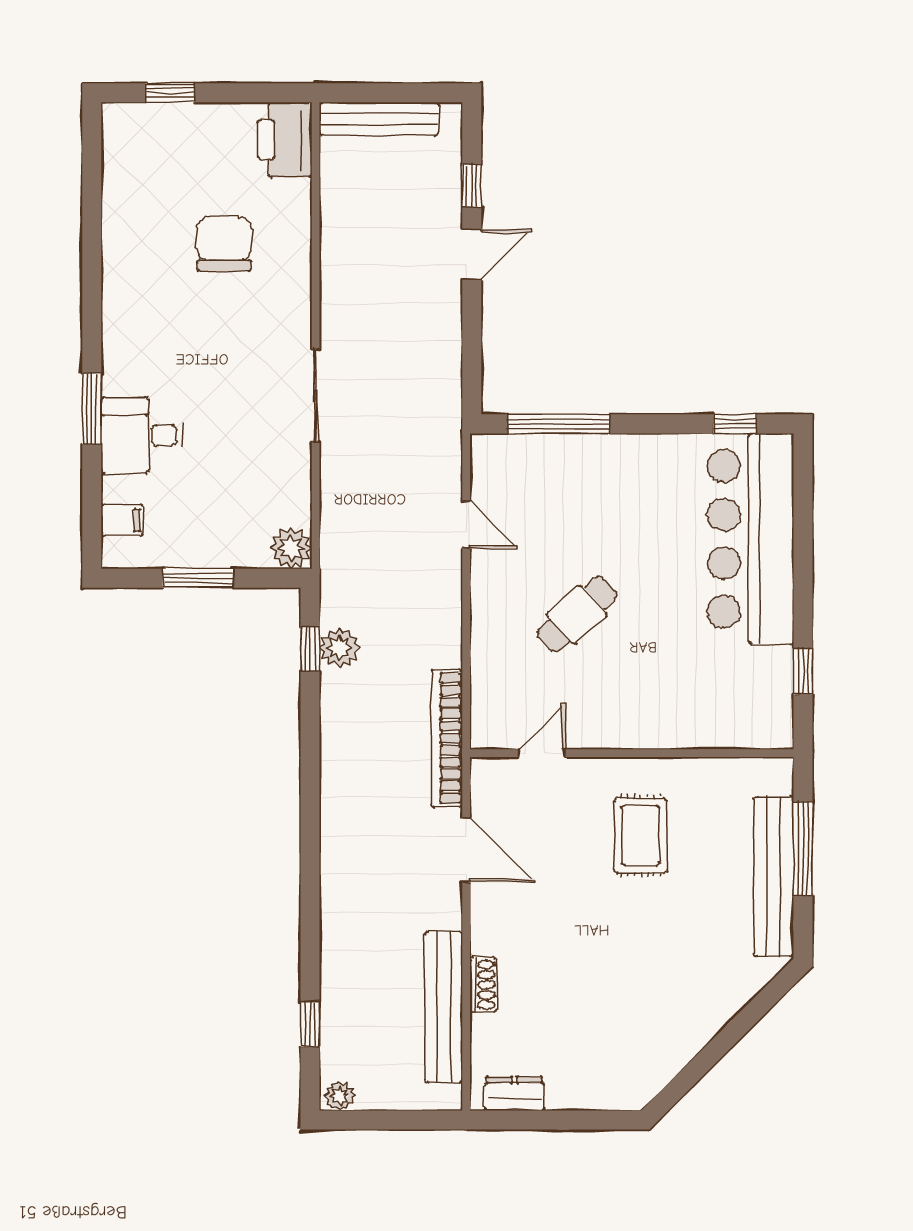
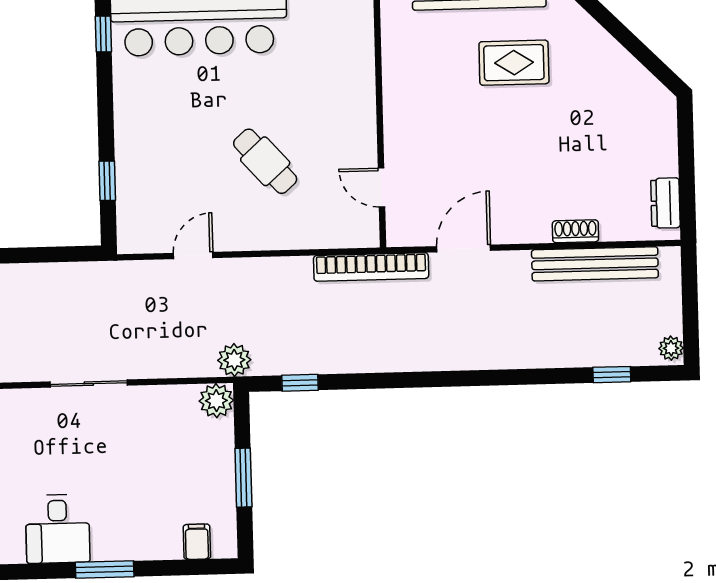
window: (559, 424) -> (107, 181), width x0.46
desk: (142, 435) -> (58, 529), moved
plant: (339, 648) -> (234, 360), moved
rug: (641, 835) -> (514, 63), moved

